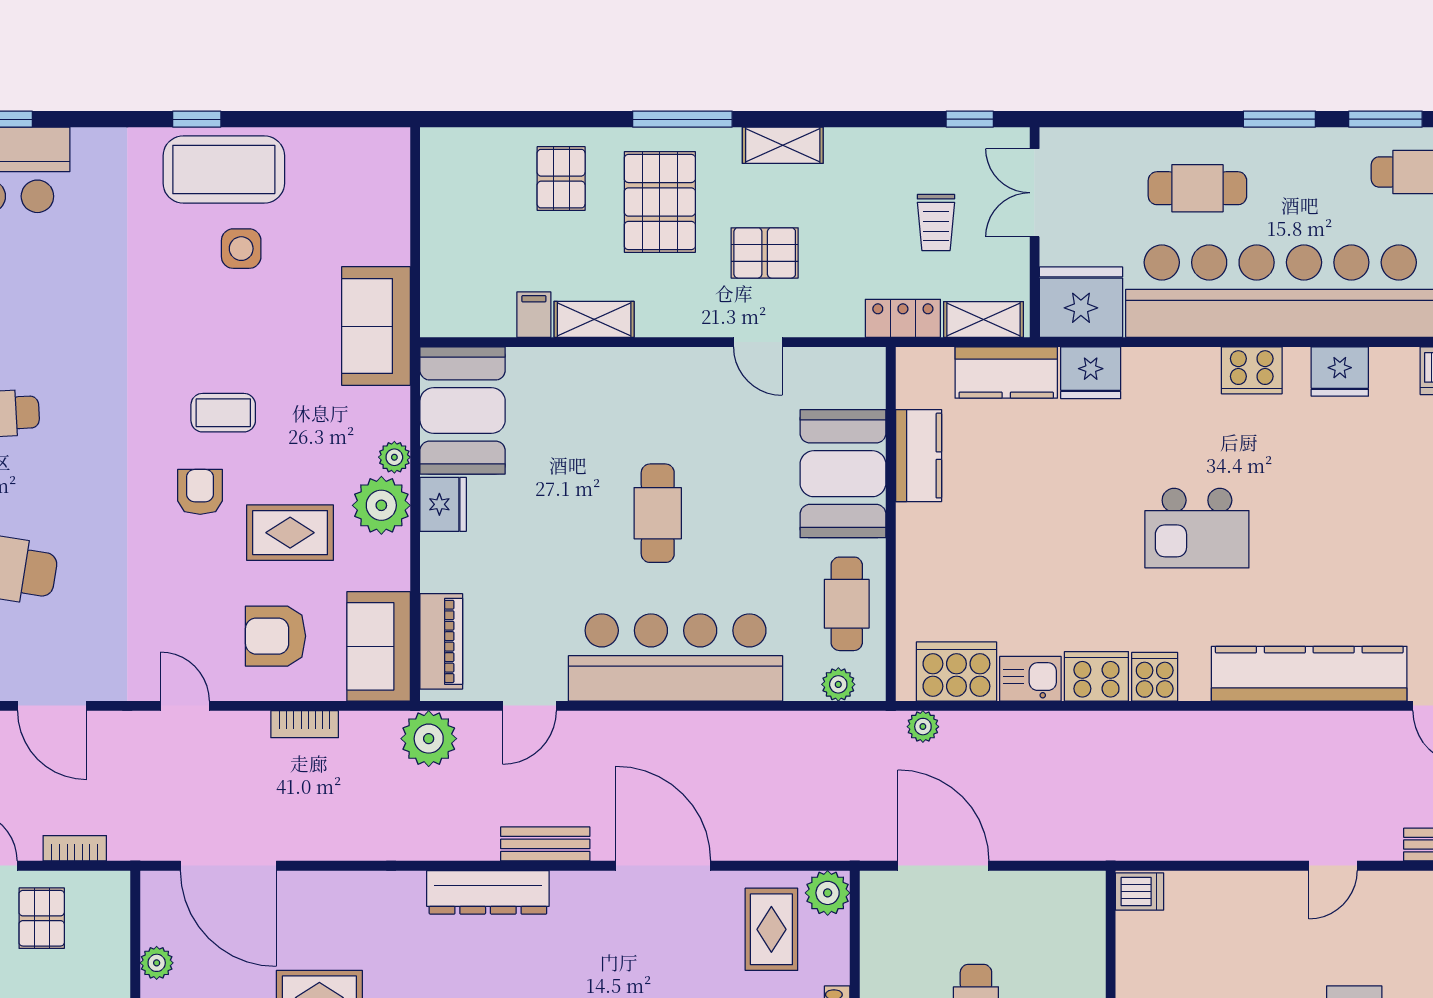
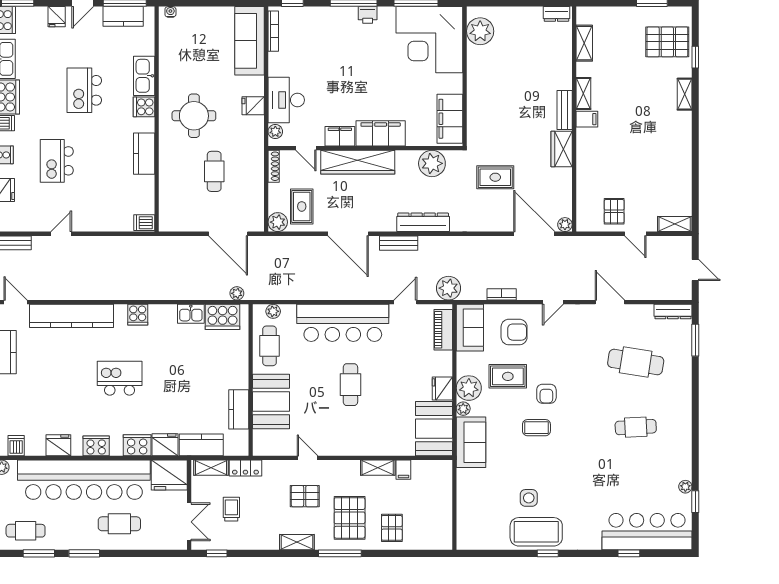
sofa: (376, 326) -> (471, 442), moved
cooker: (1096, 676) -> (137, 445), moved, turned 180
door: (185, 706) -> (553, 302), hinge flipped
bookcase: (75, 848) -> (600, 241), removed
plant: (157, 963) -> (565, 225), moved

